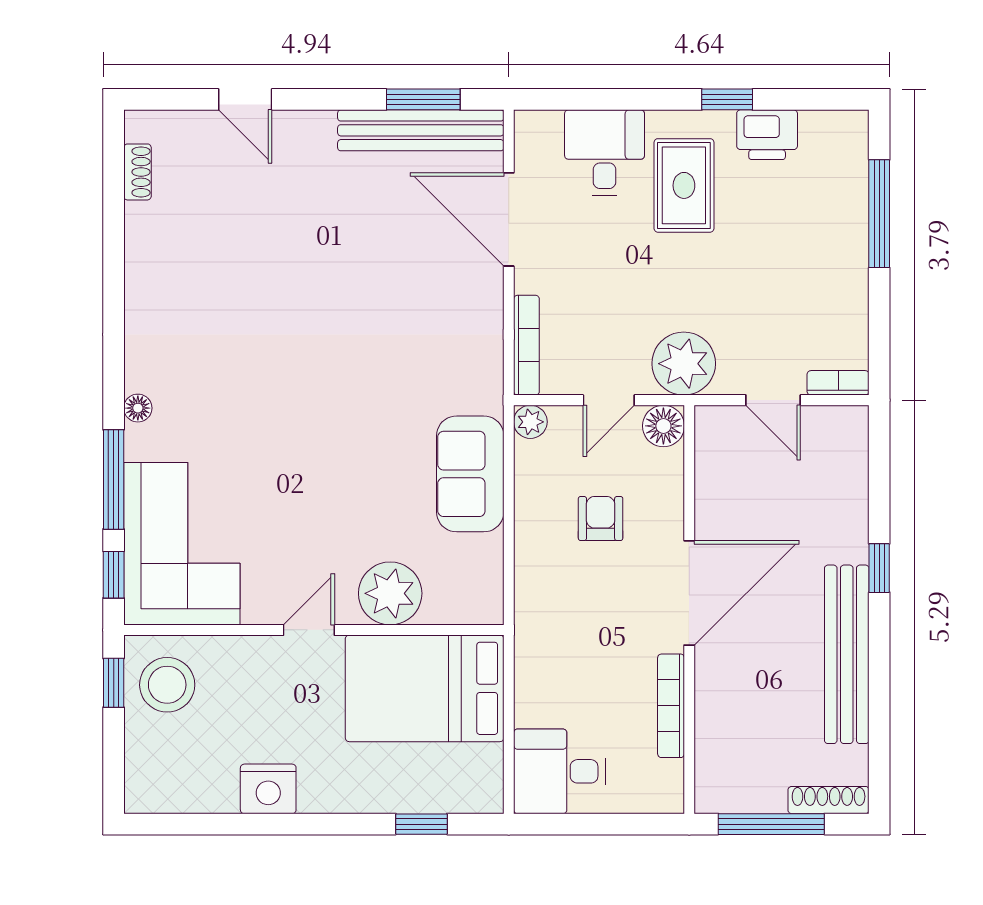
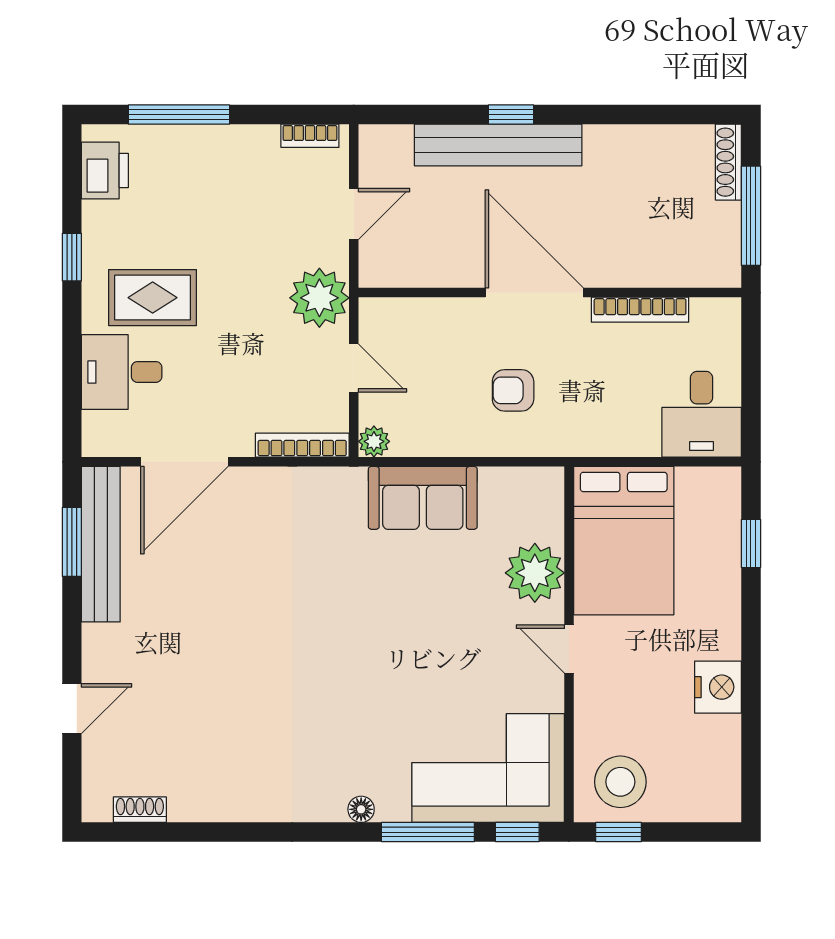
printer: (767, 135) -> (105, 171), moved
bookcase: (838, 383) -> (310, 136), moved, turned -90
floor lamp: (663, 426) -> (378, 317), removed
armchair: (601, 518) -> (513, 390), moved
bench: (847, 654) -> (498, 145), moved

